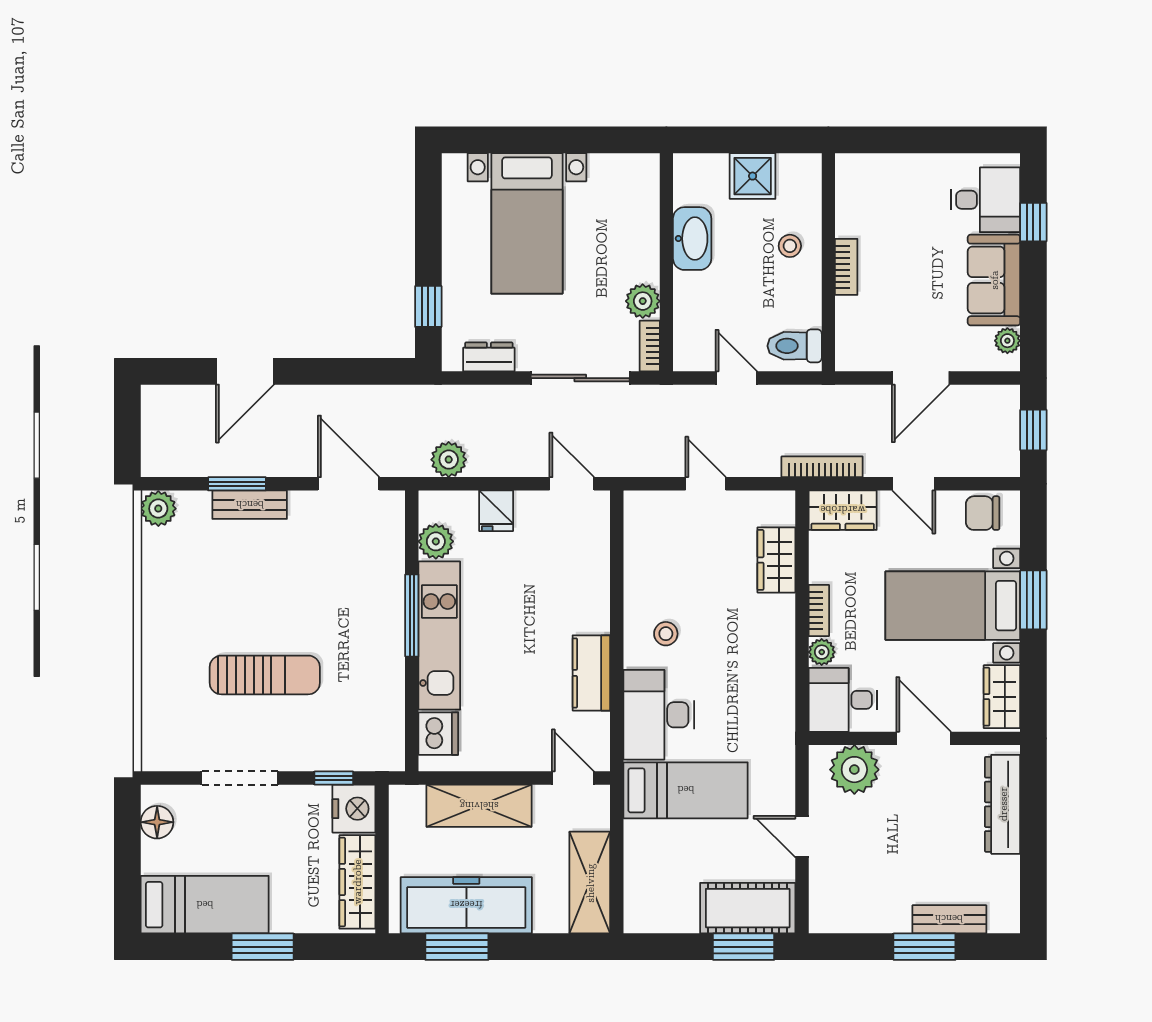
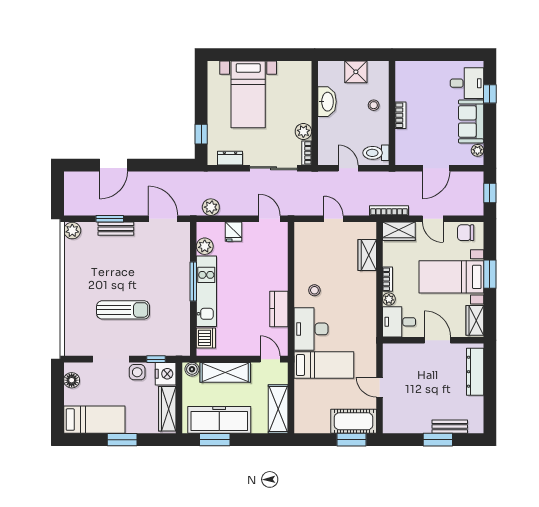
plant: (854, 770) -> (404, 355), removed
boiler: (409, 799) -> (192, 369), added
side table: (294, 805) -> (137, 372), added

